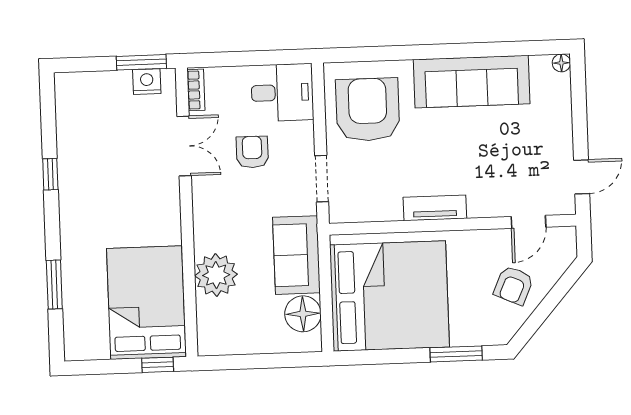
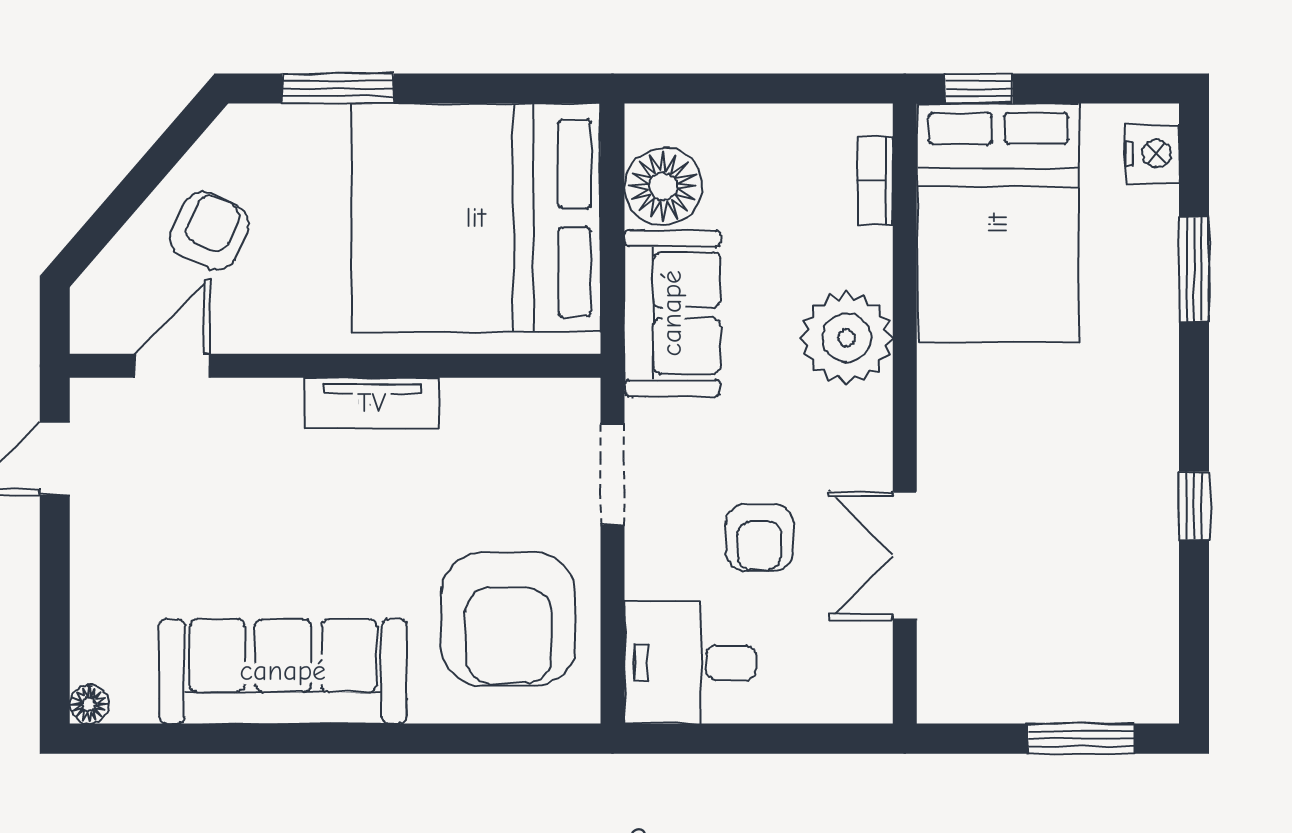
window: (141, 62) -> (1081, 739), moved
nightstand: (147, 82) -> (1152, 154), moved, turned -90
bookcase: (196, 90) -> (875, 181), moved
plant: (216, 275) -> (846, 338), moved

